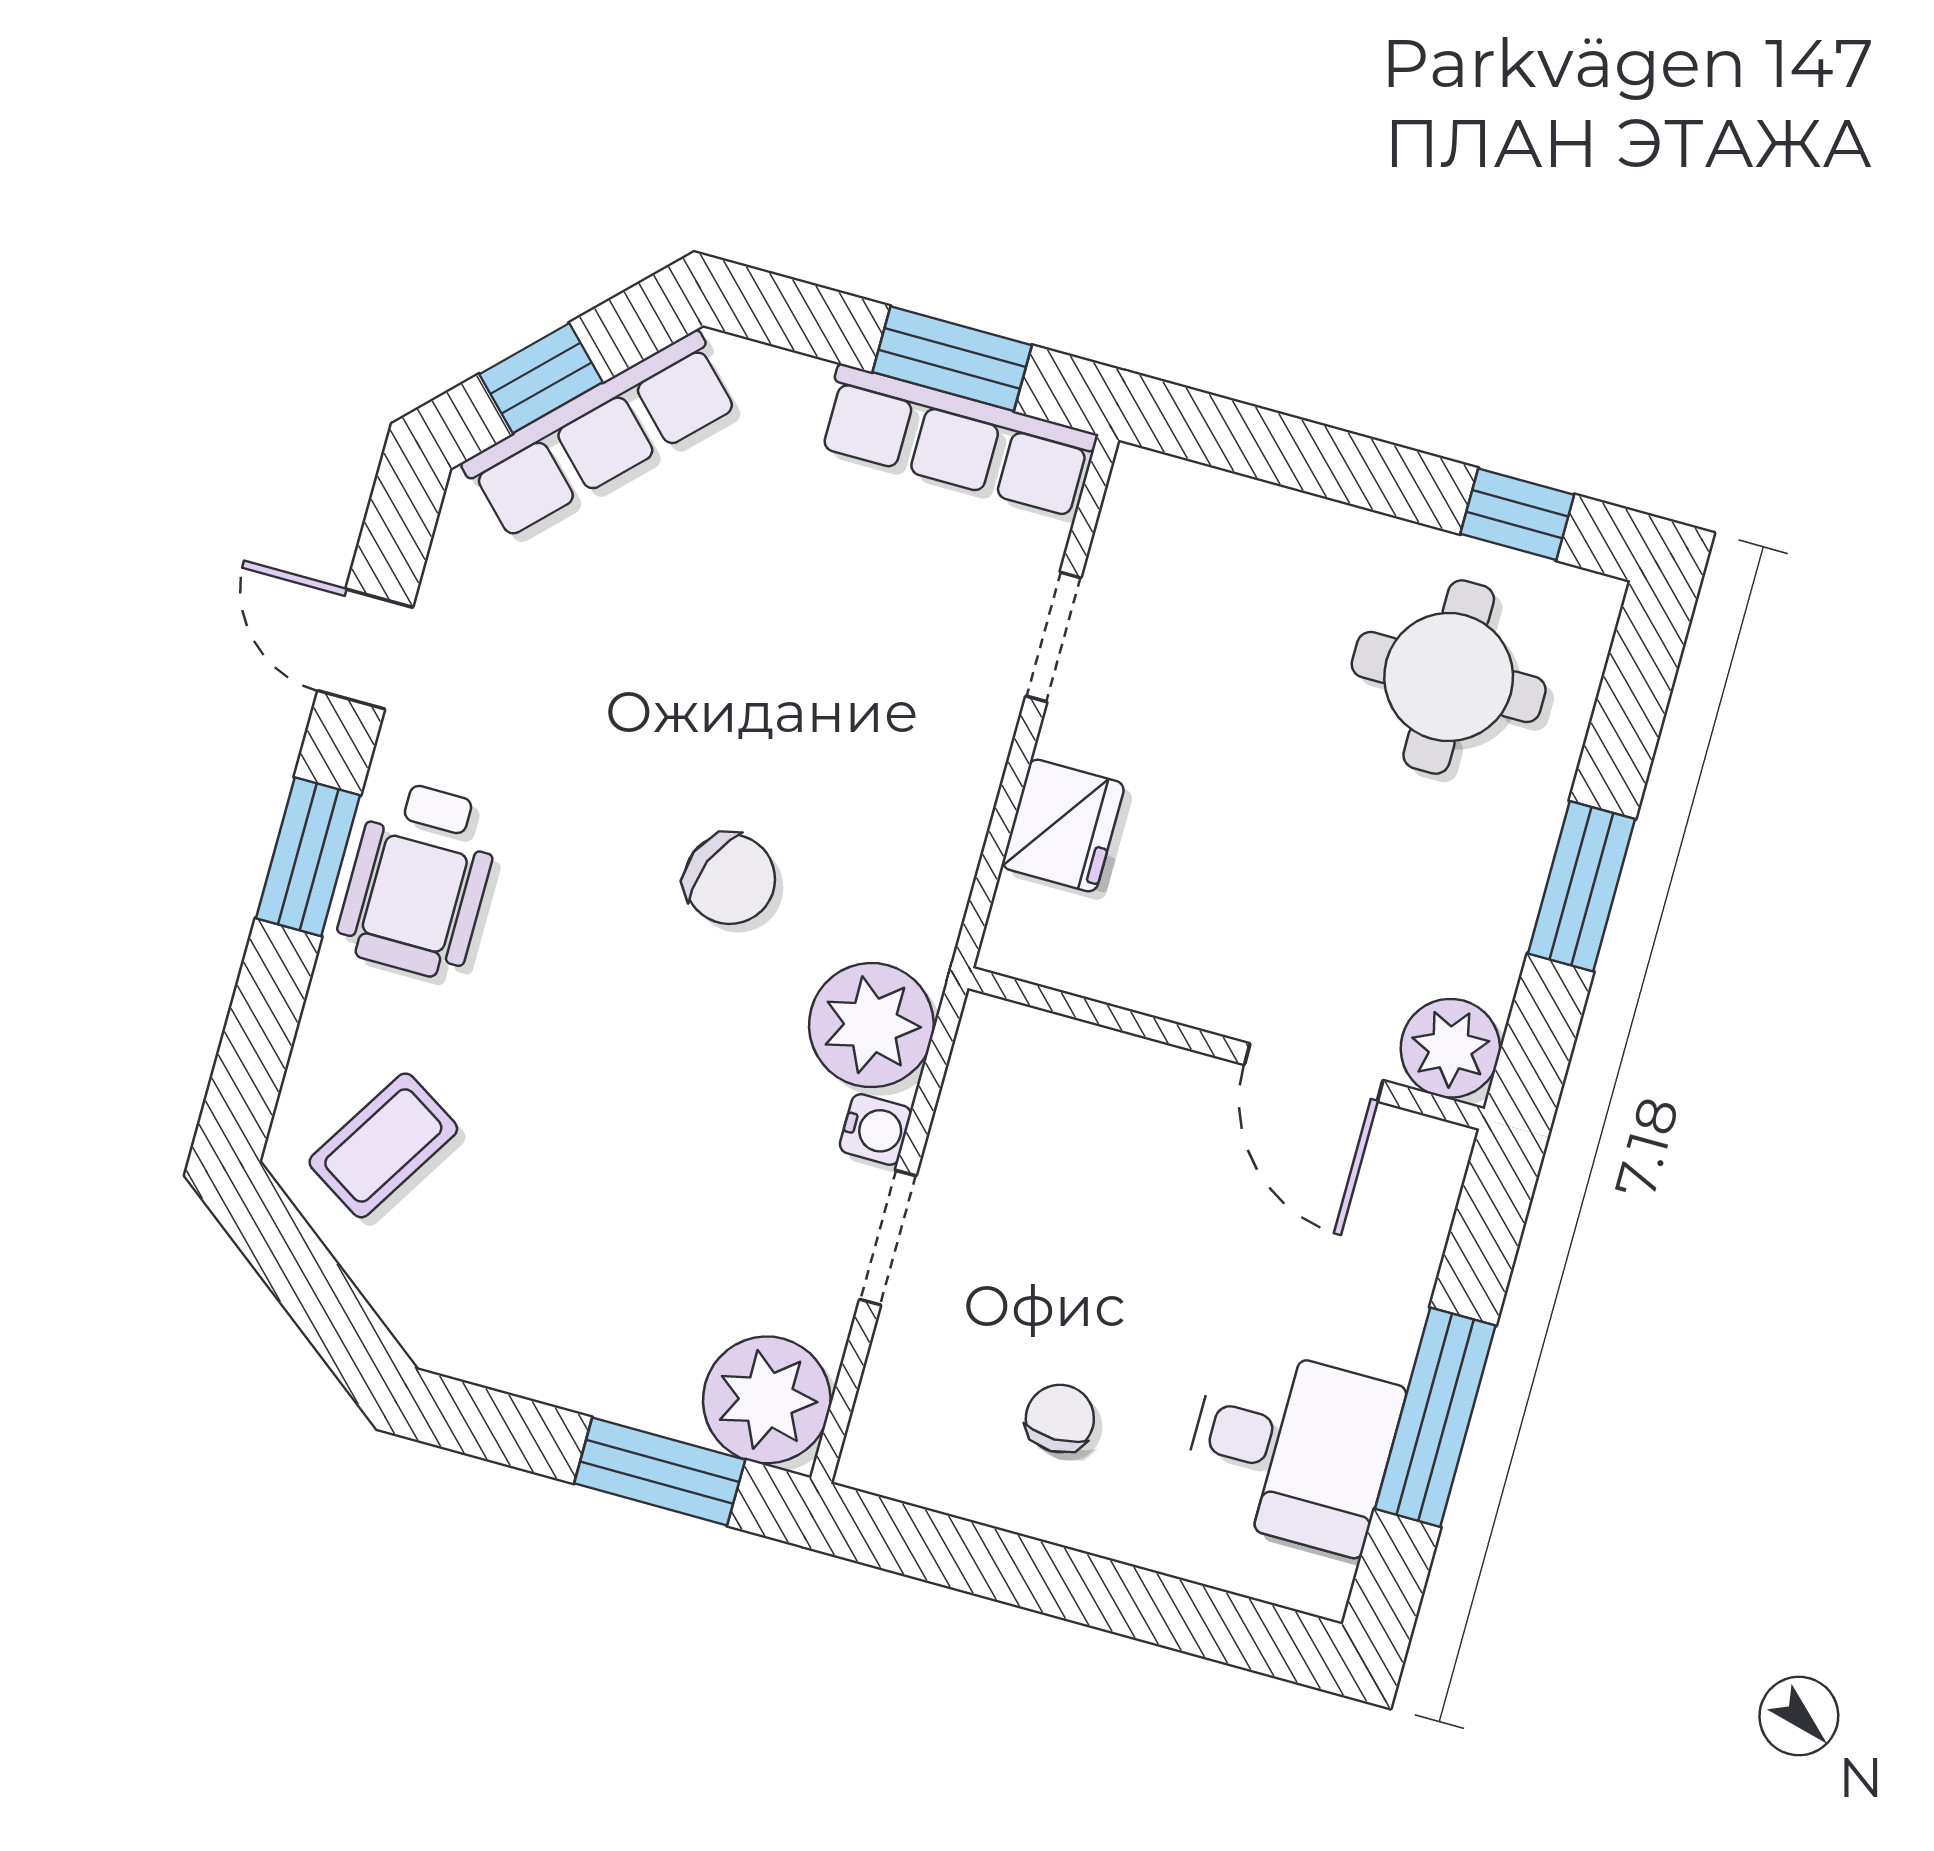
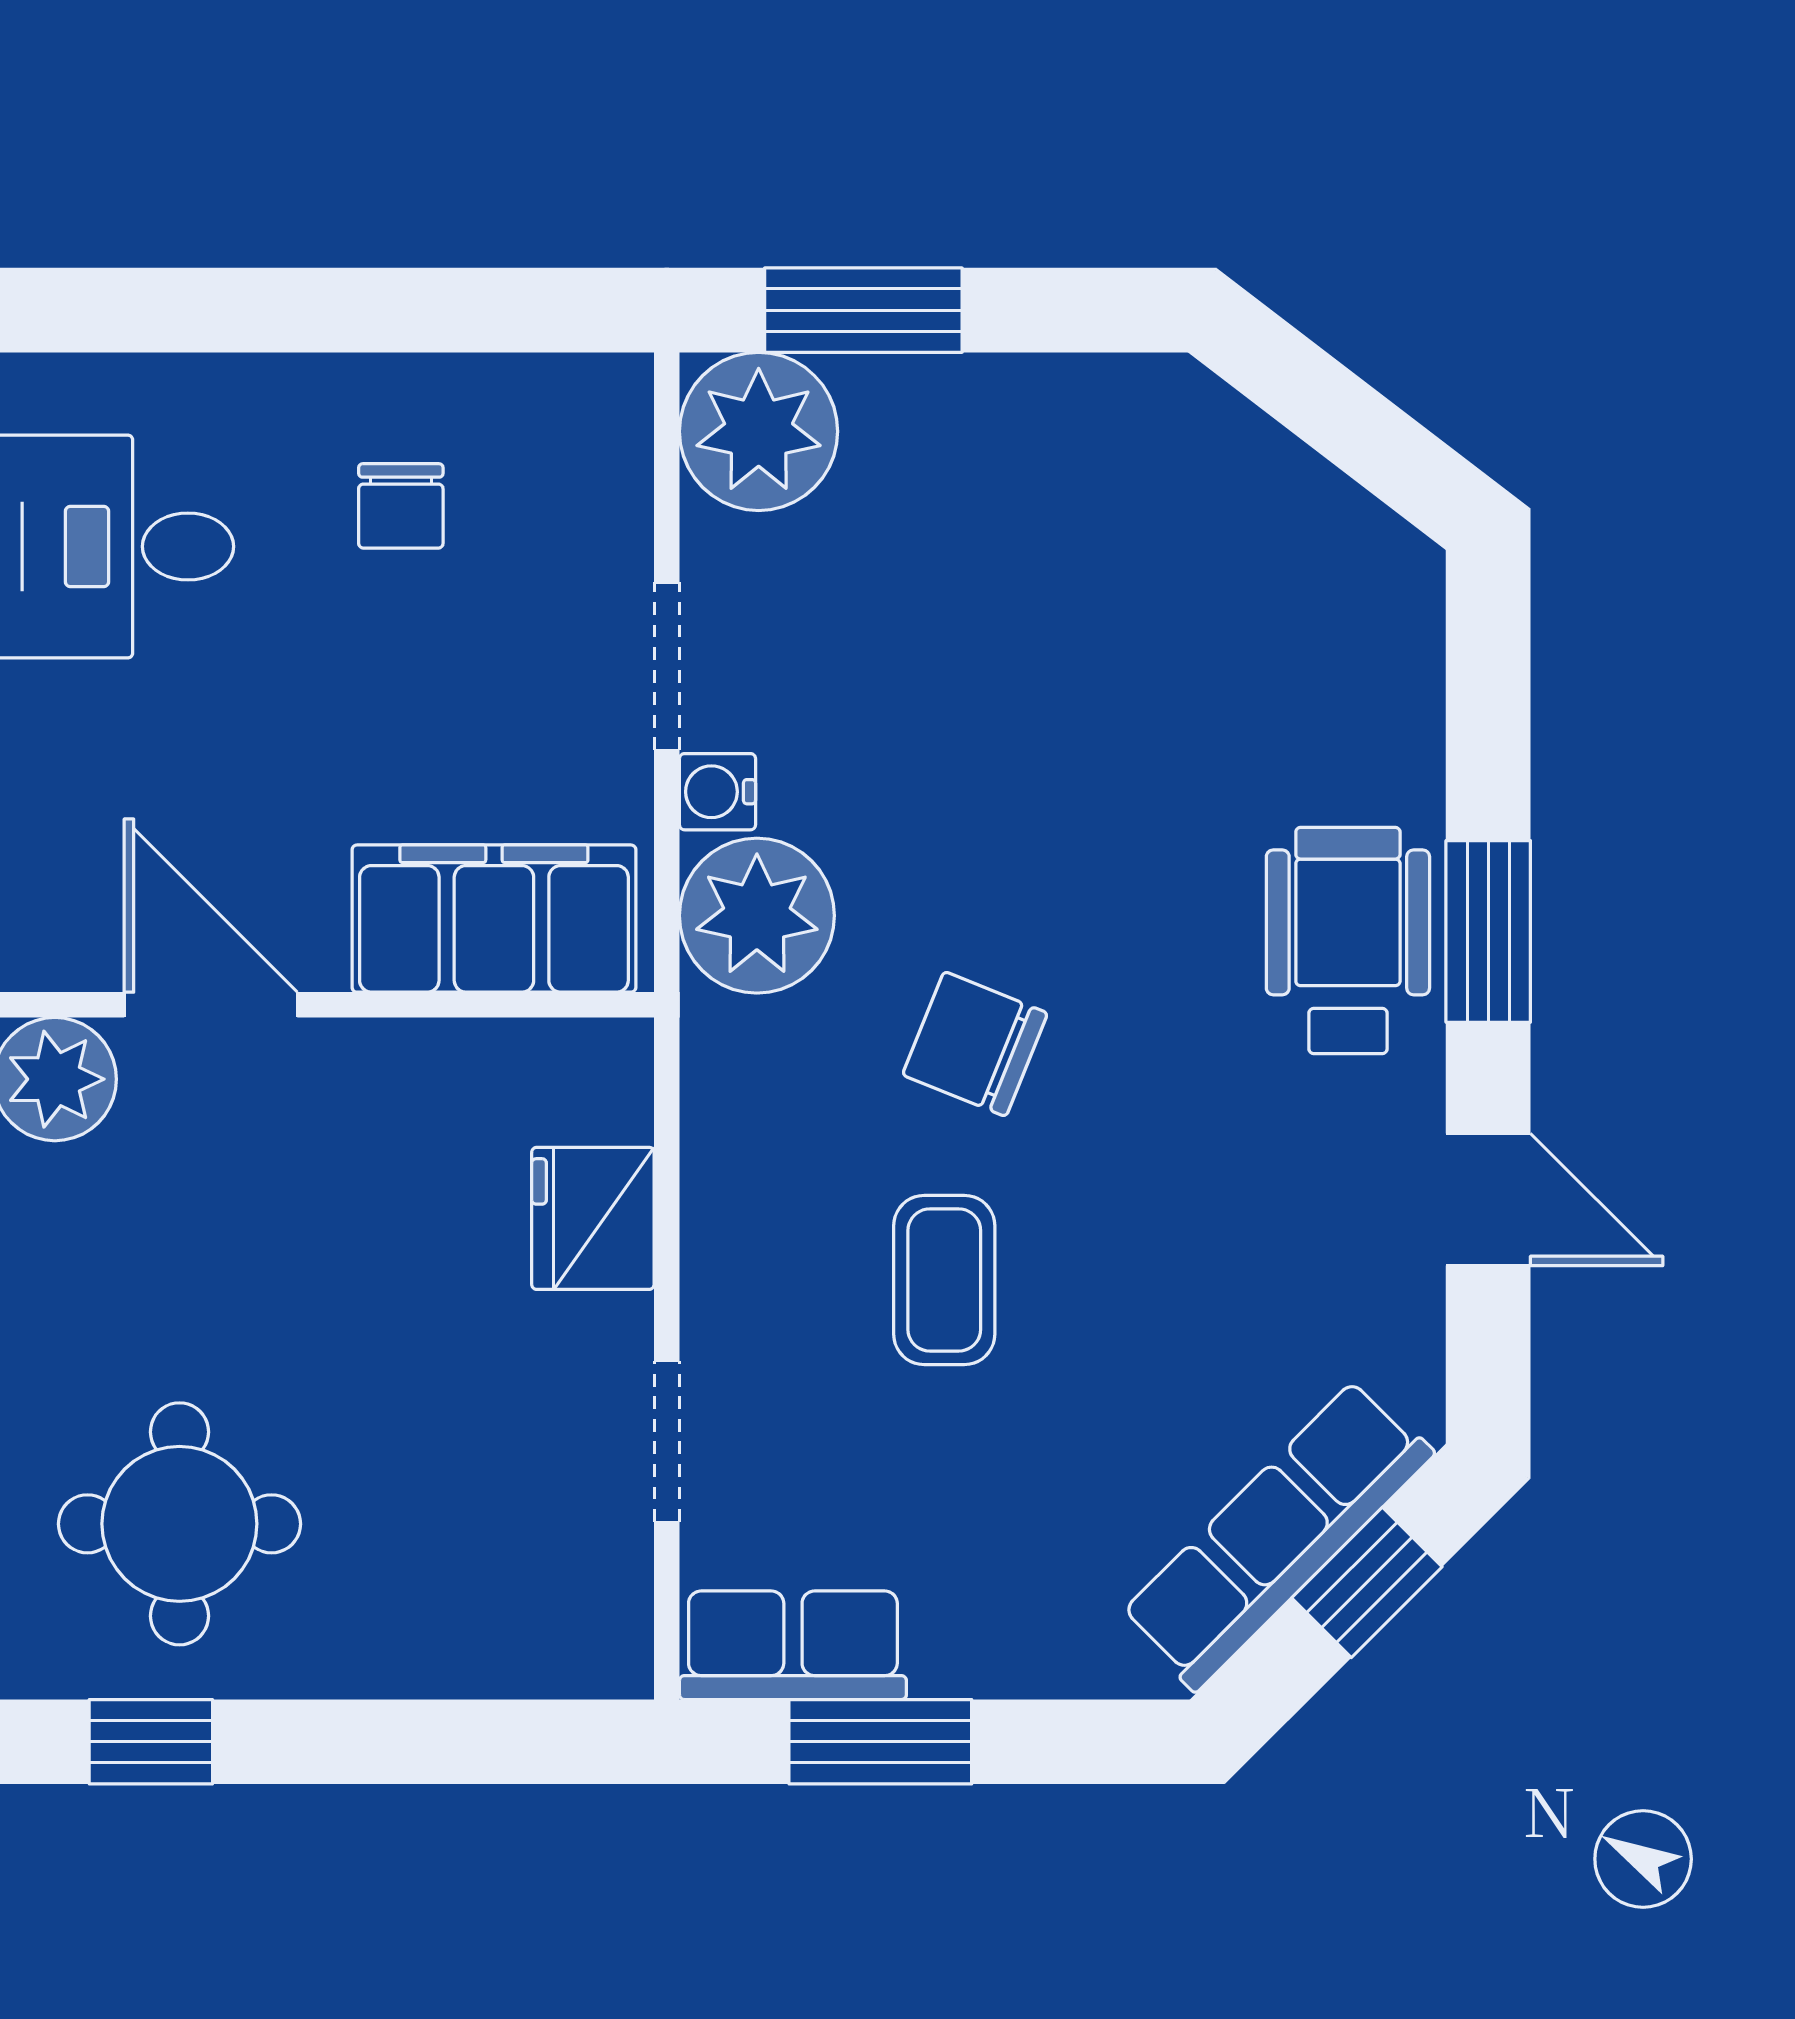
row of seats: (957, 440) -> (793, 1645), width x0.68
filing cabinet: (1076, 1079) -> (494, 919), added
coffee table: (383, 1145) -> (944, 1280), moved, turned -32

